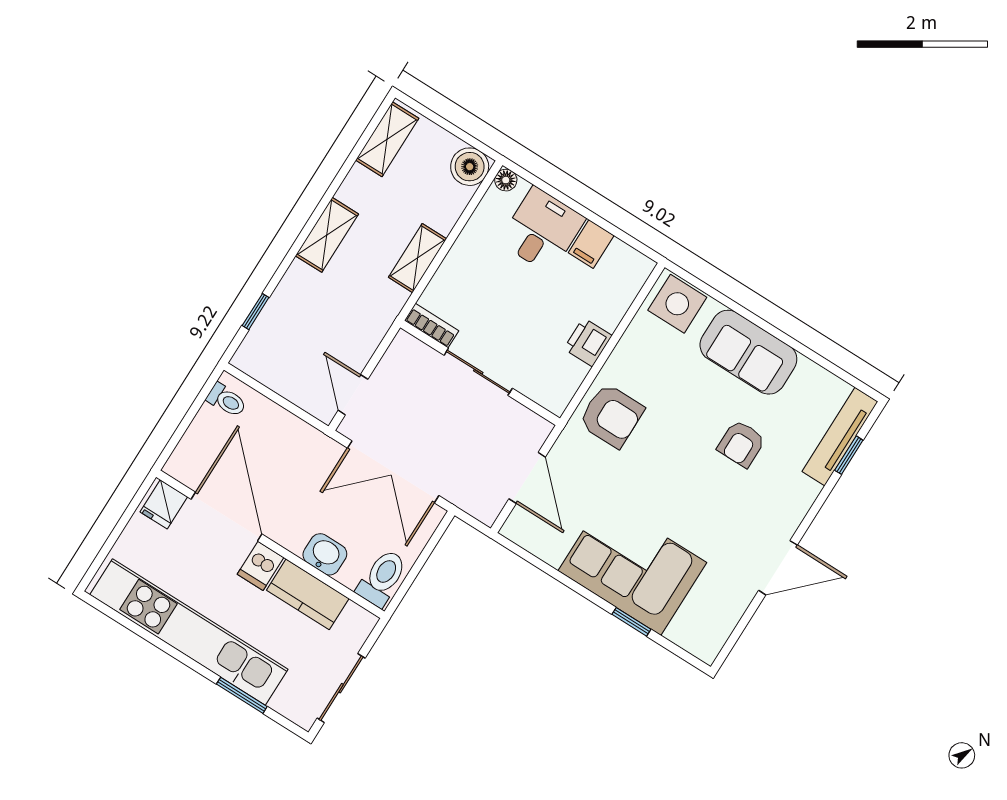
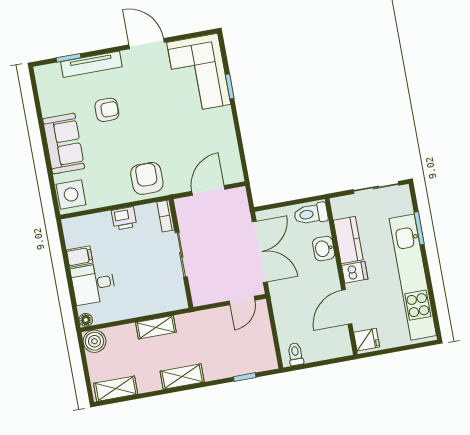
bookcase: (432, 326) -> (166, 216), moved
tv unit: (840, 437) -> (91, 64), moved
door: (227, 517) -> (347, 307), width x0.73
corner sofa: (632, 567) -> (199, 73), moved

